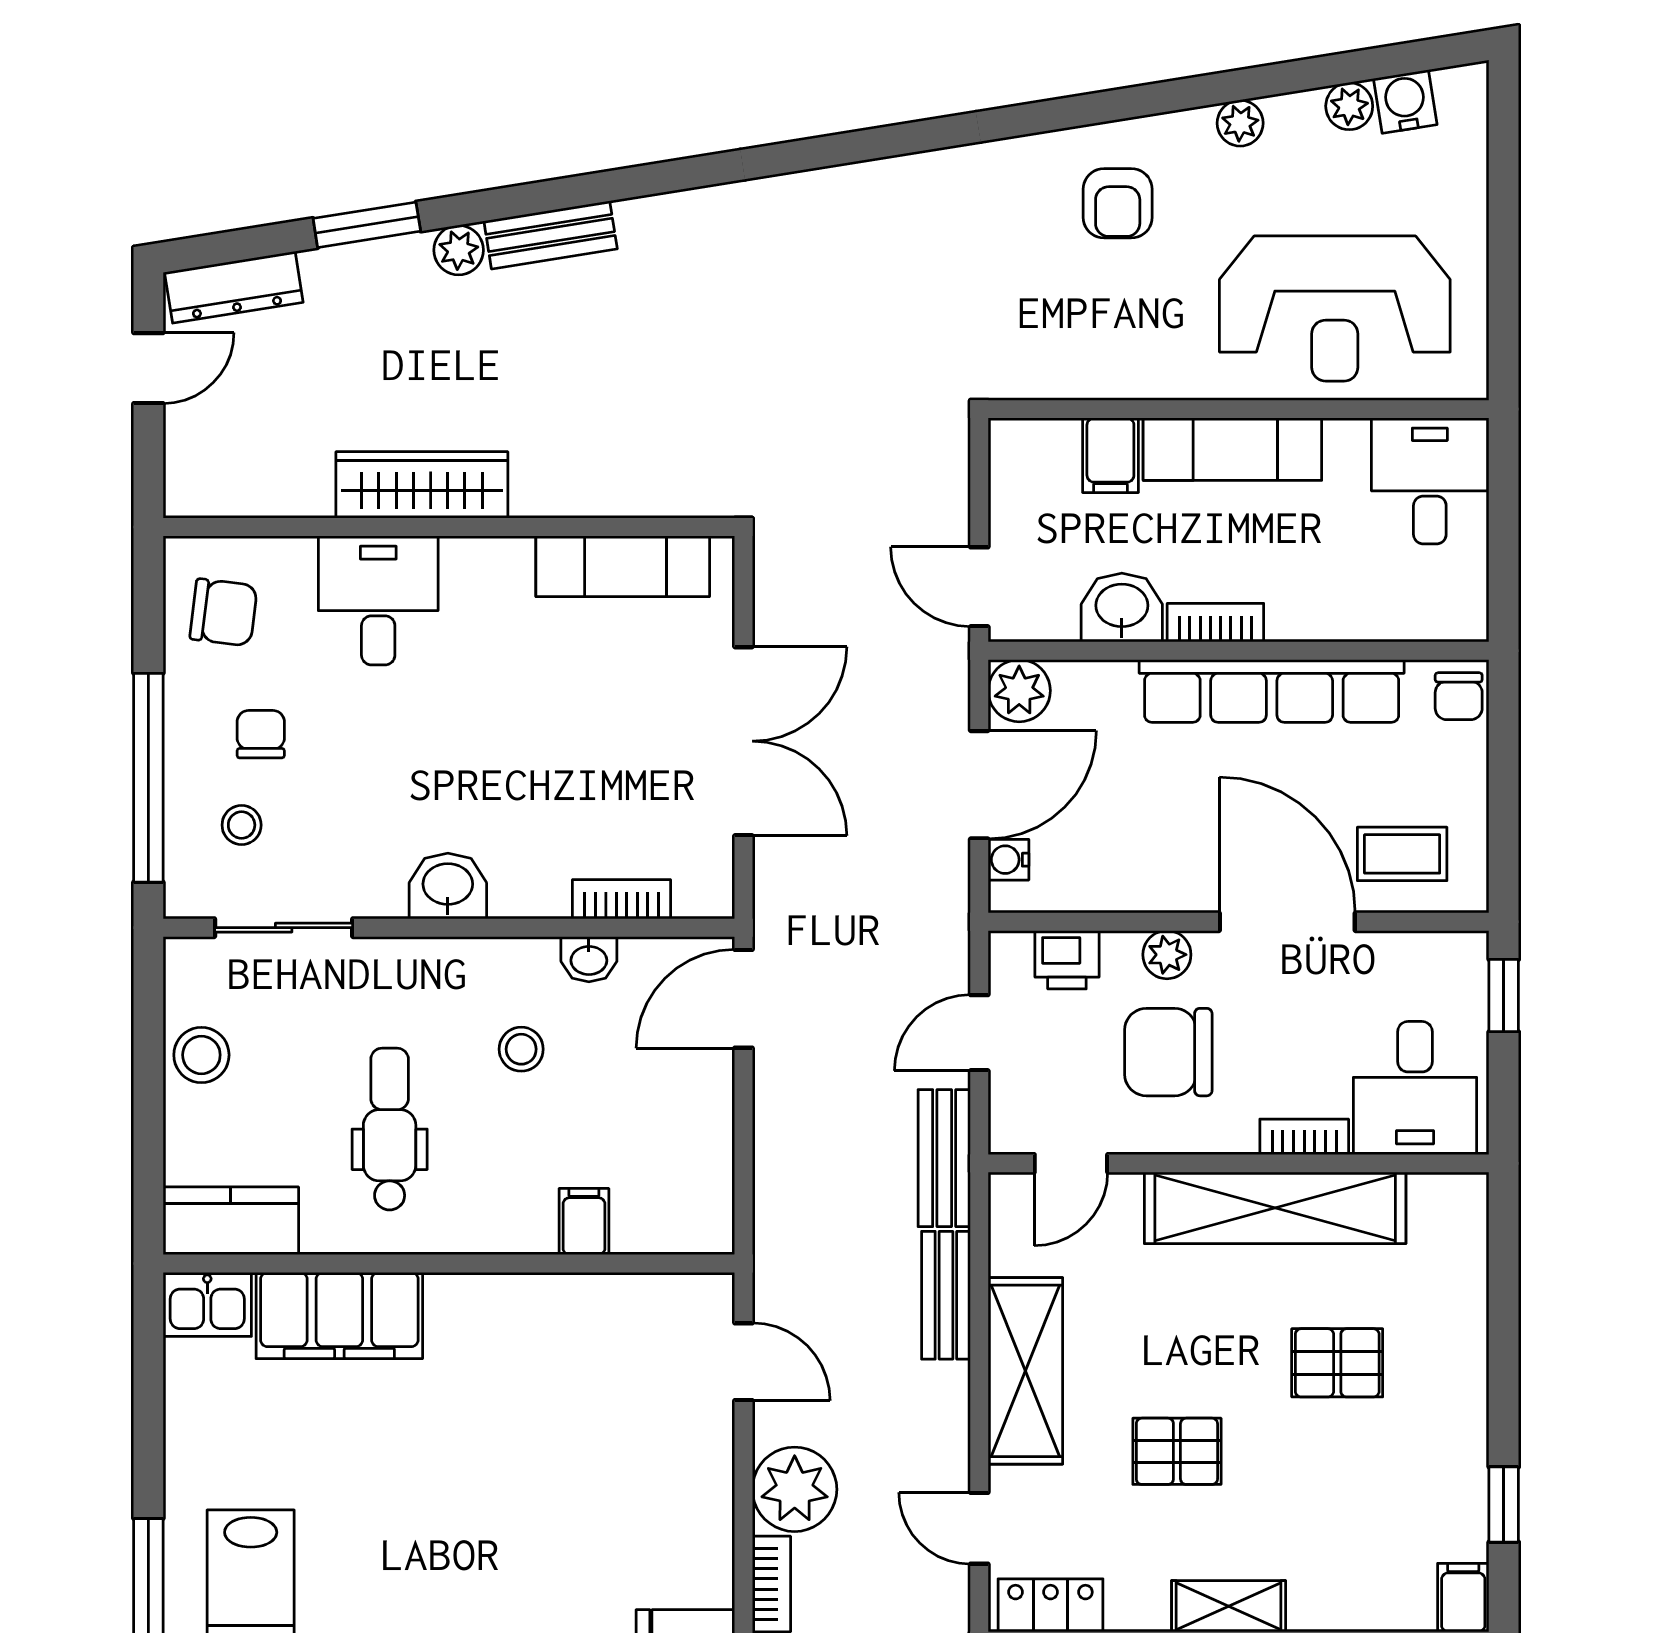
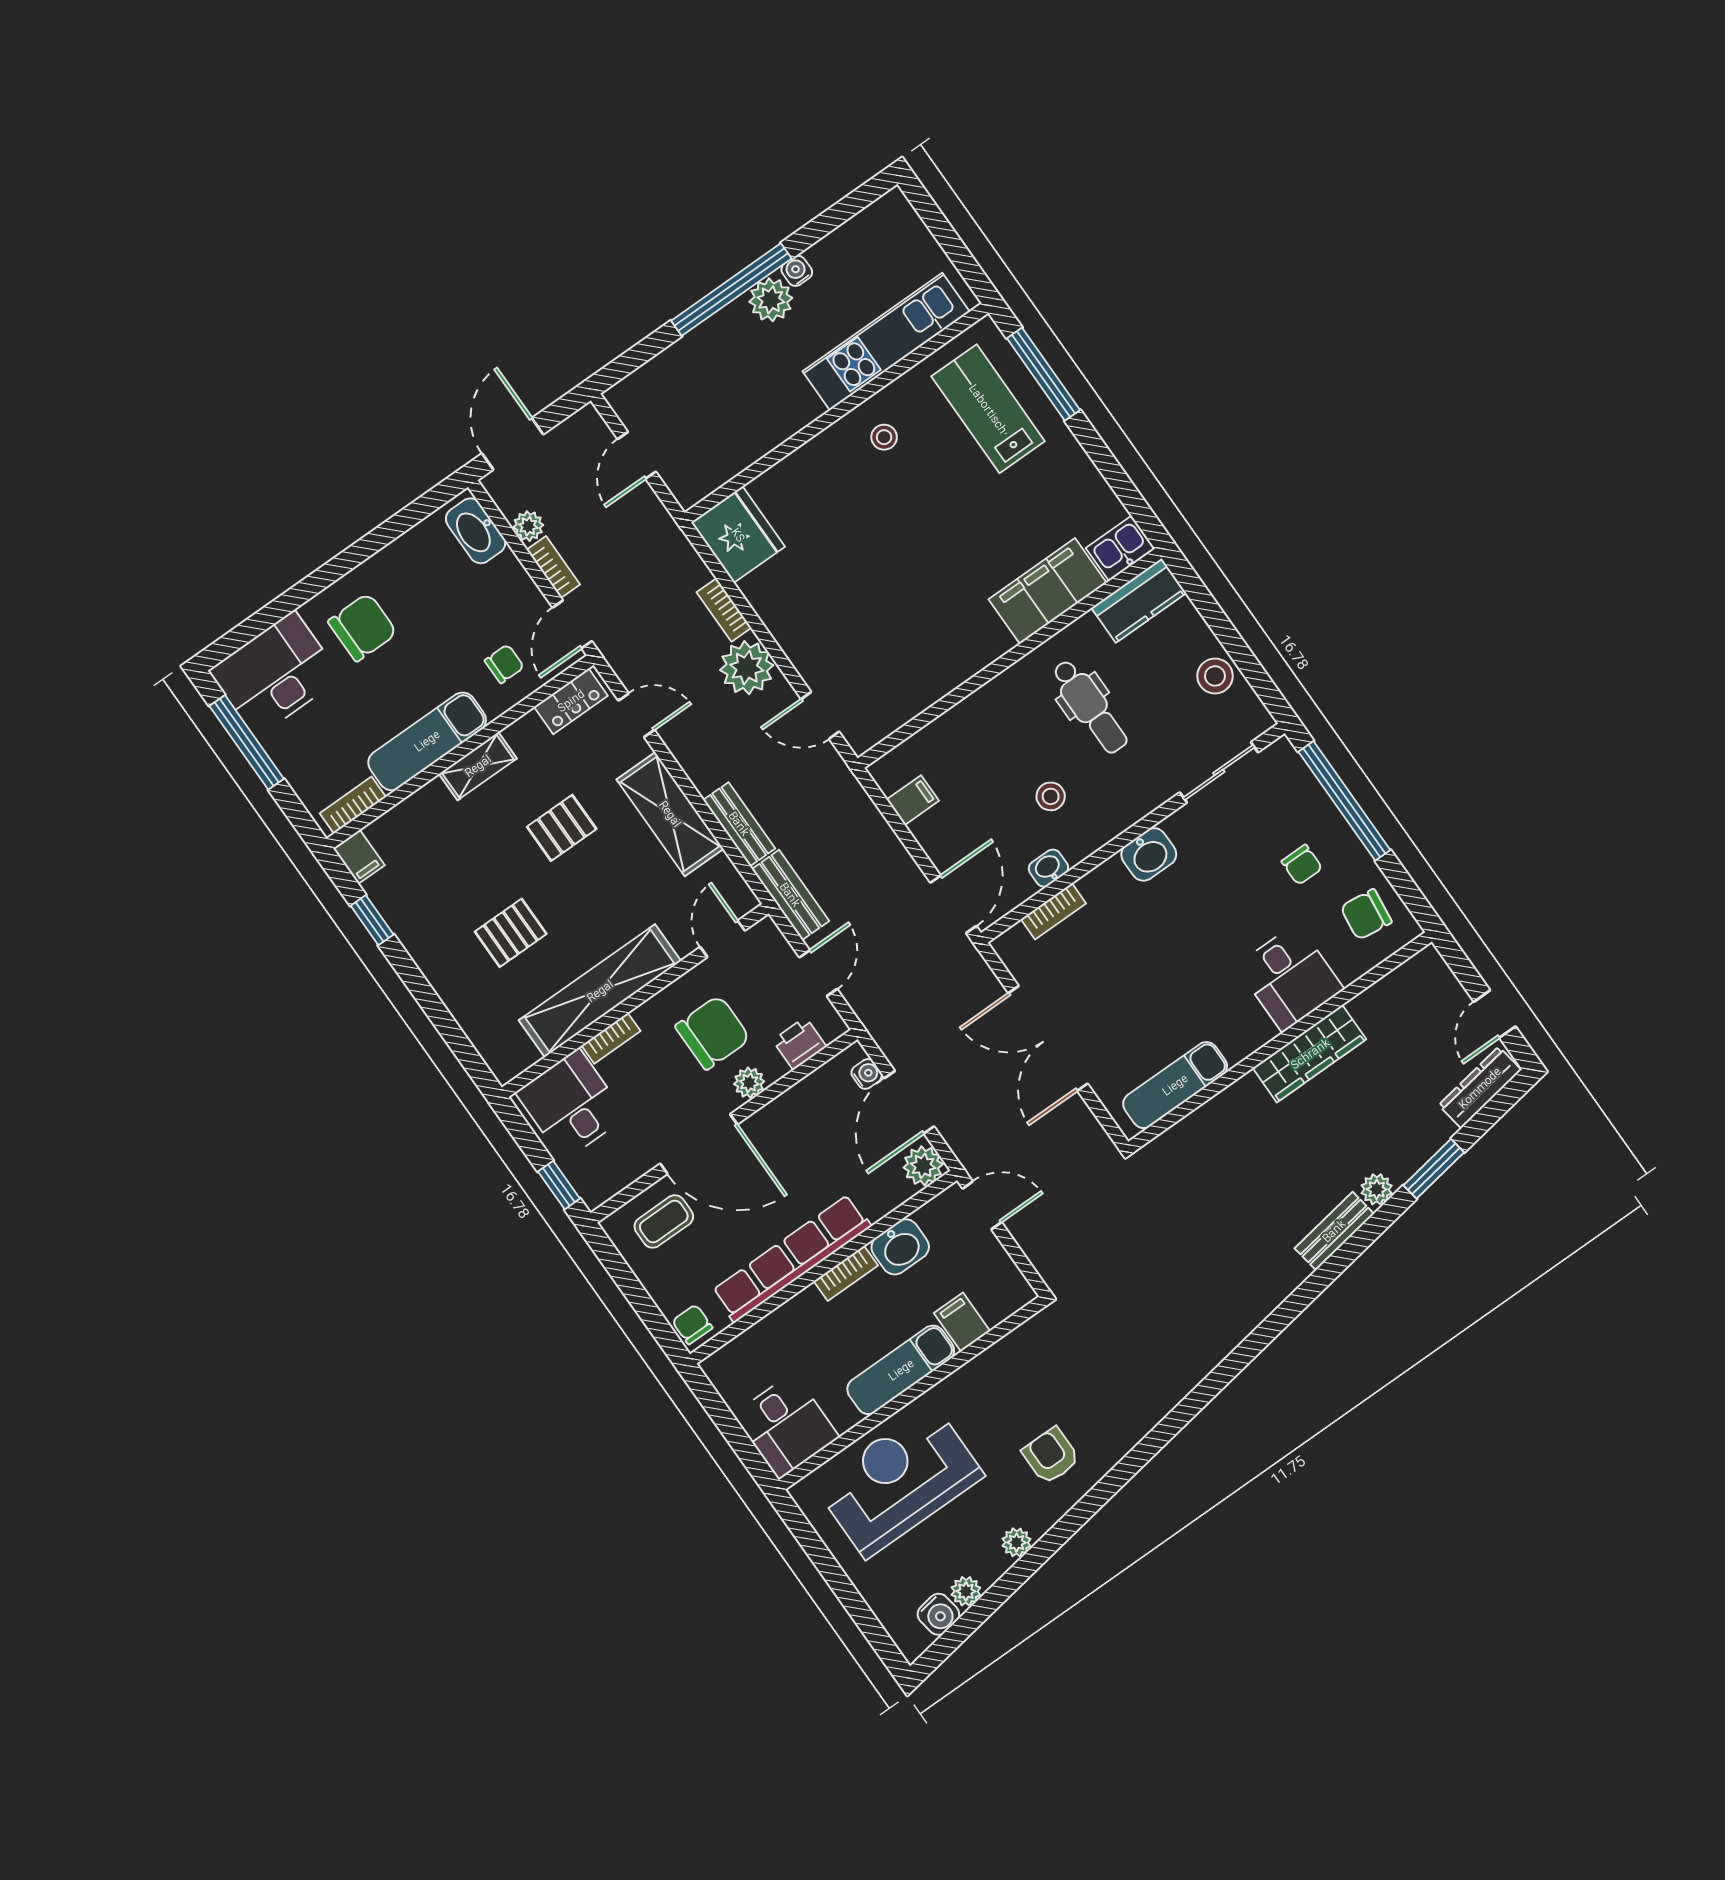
stool: (242, 825) -> (1278, 810), removed
filing cabinet: (584, 1222) -> (913, 800), moved, turned -90

